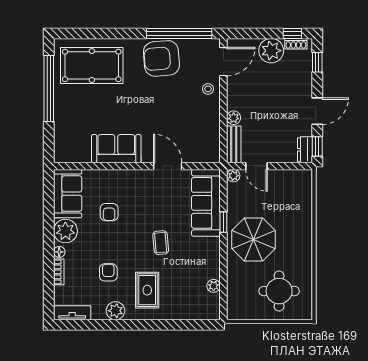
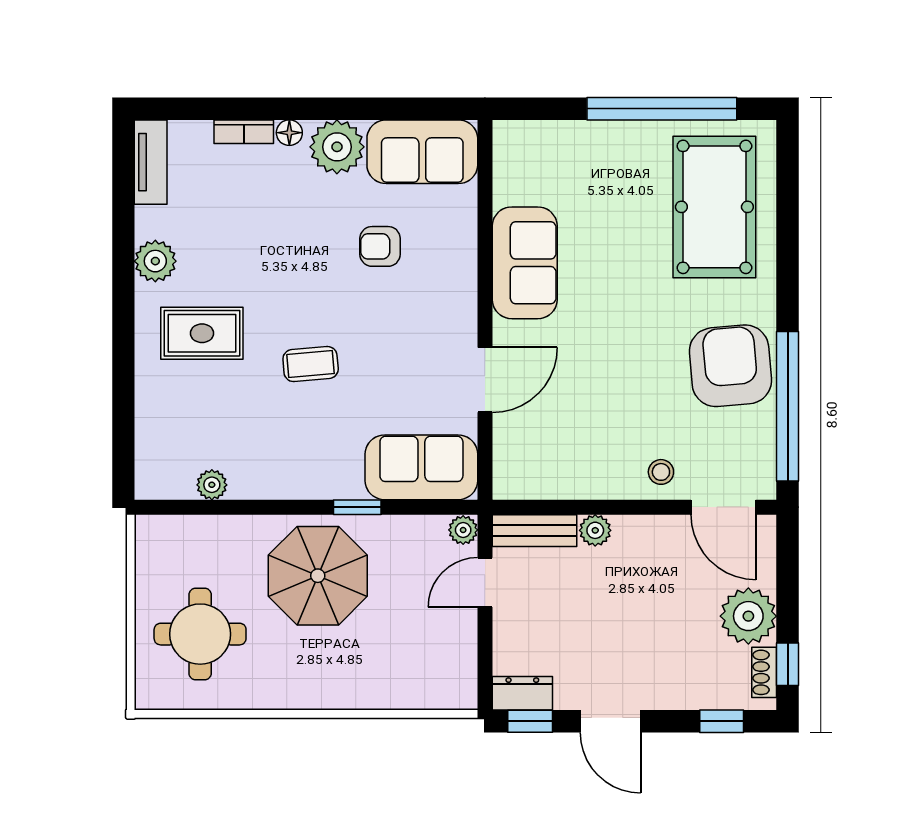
sofa: (206, 203) -> (421, 467), width x0.73
armchair: (108, 272) -> (243, 245), removed

